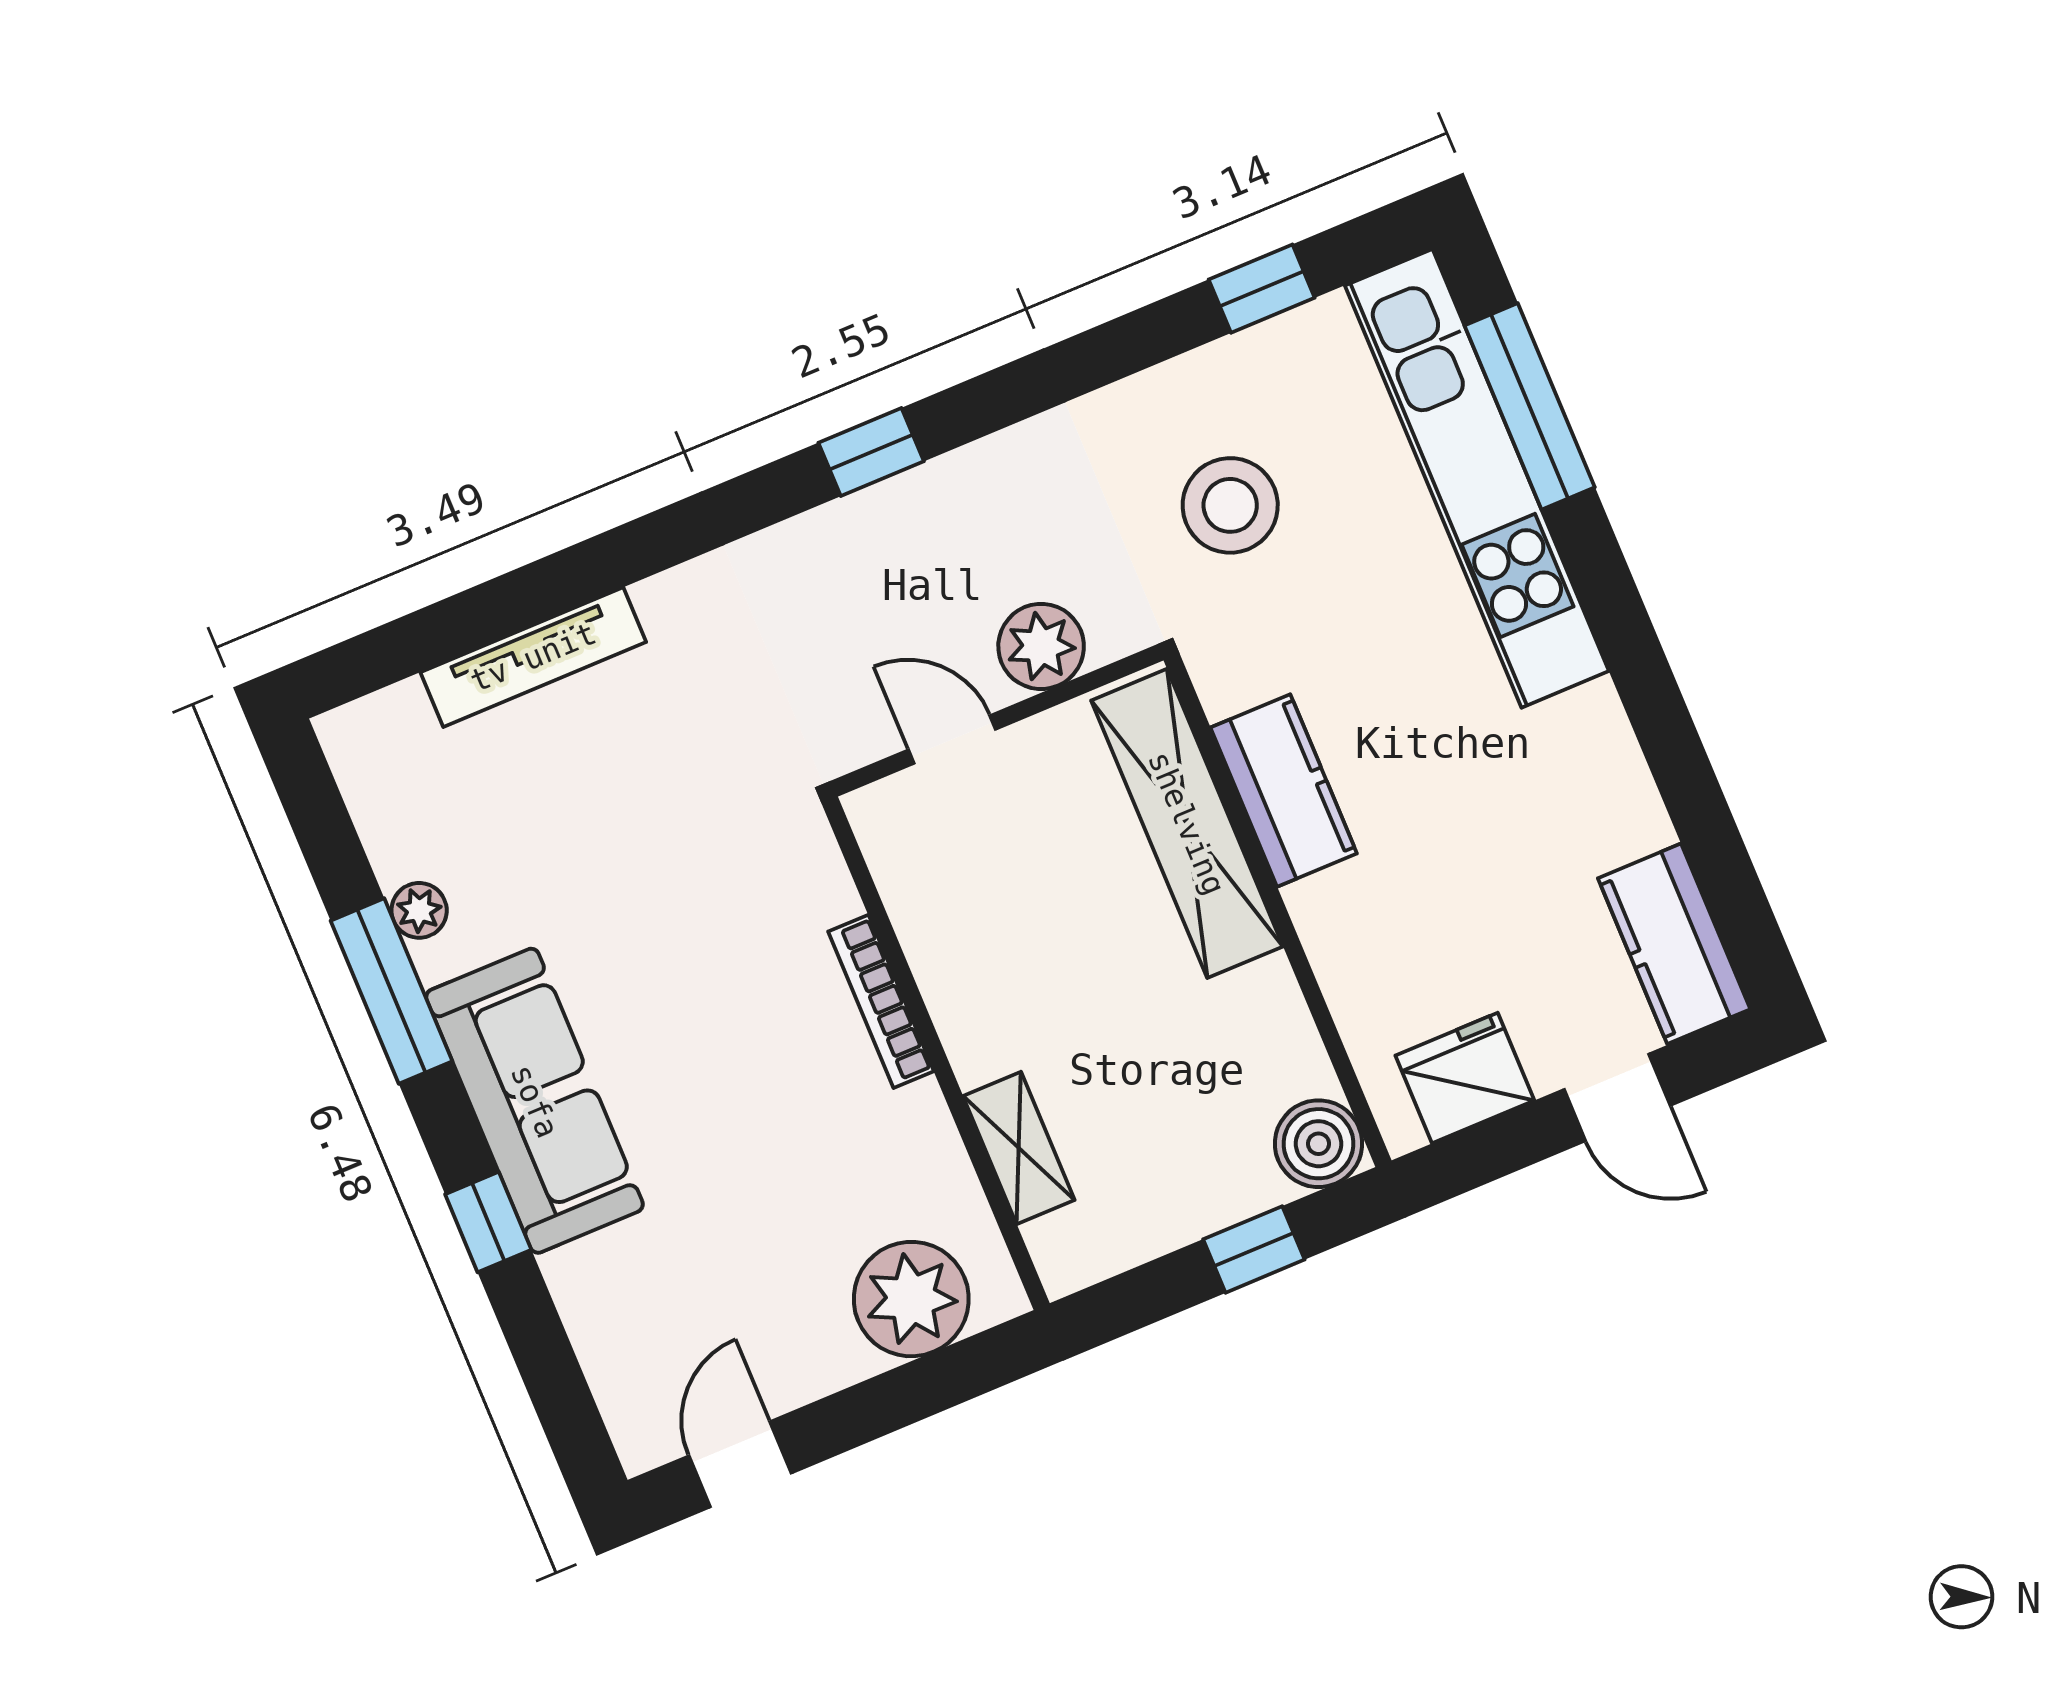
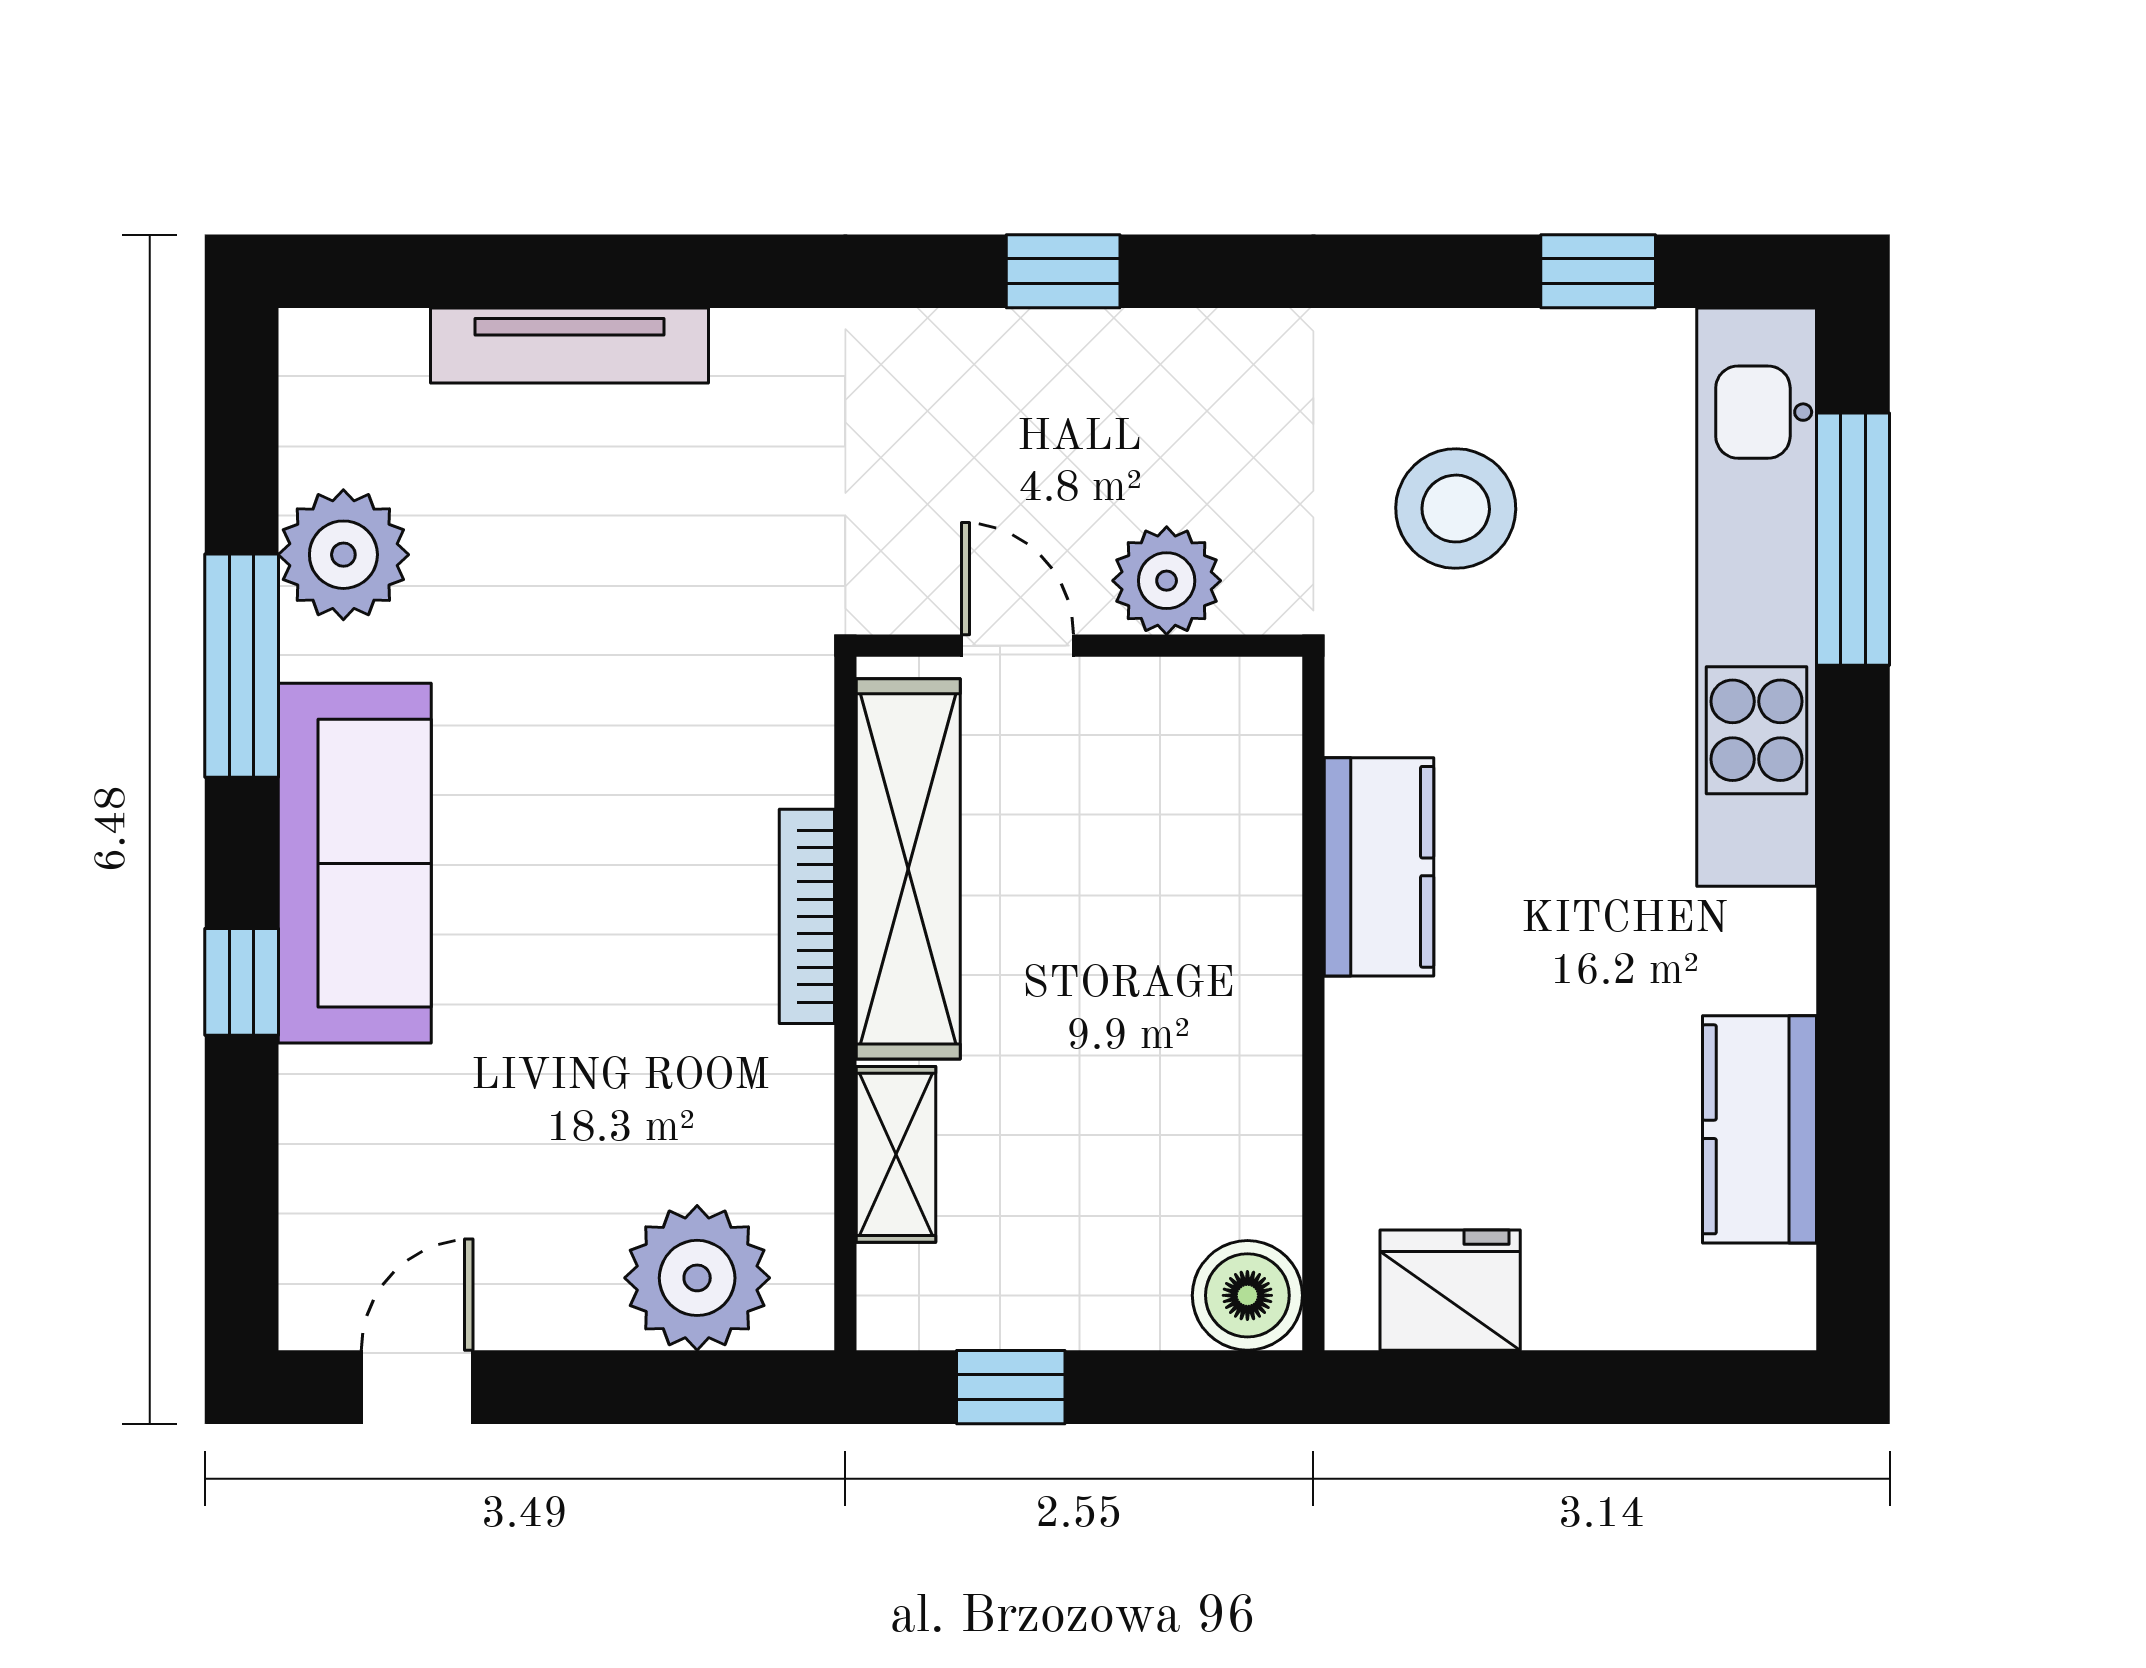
shelving: (1187, 823) -> (908, 869), moved
plant: (419, 910) -> (343, 555), width x1.88, depth x1.88
kitchen counter: (1674, 944) -> (1759, 1129), moved
door: (1617, 1098) -> (1618, 1387), removed
window: (1254, 1249) -> (1011, 1387), moved

